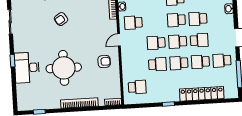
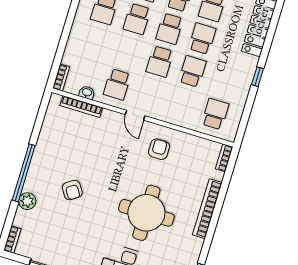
school desk: (179, 63) -> (202, 39), turned 180

